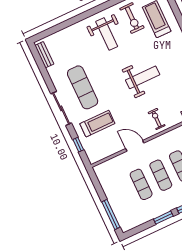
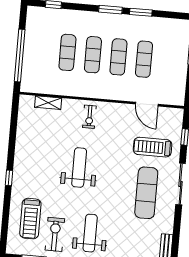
weight bench: (143, 77) -> (79, 167), turned 90
door: (135, 146) -> (147, 104), moved

